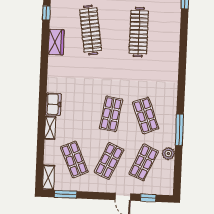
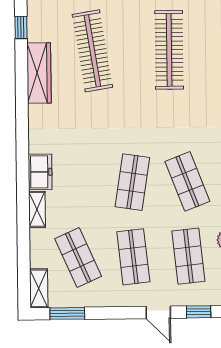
wardrobe: (56, 42) -> (39, 73), width x1.50
shop shelf: (109, 161) -> (133, 257), turned -30
shop shelf: (144, 162) -> (188, 256), turned -30

